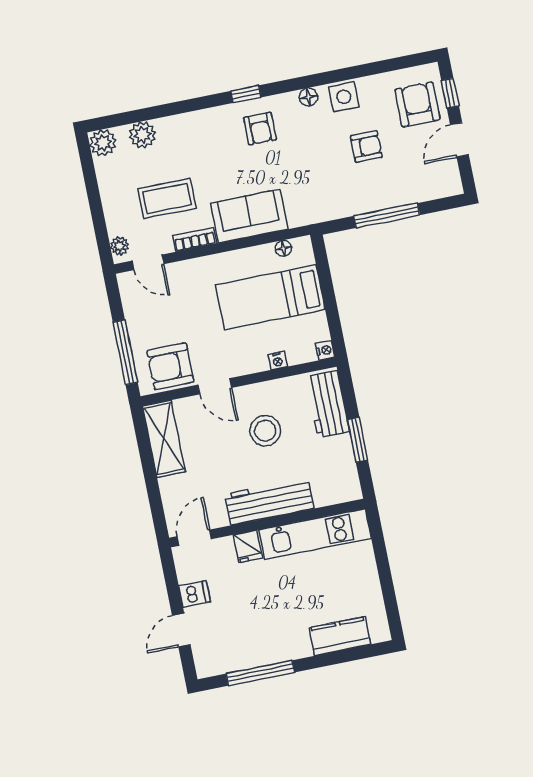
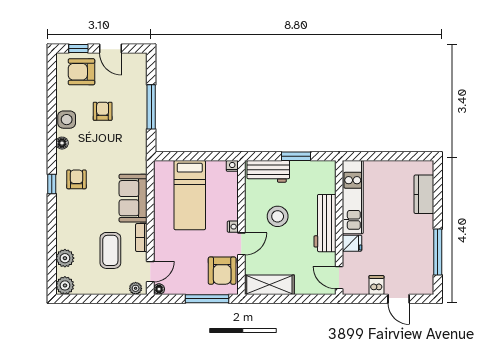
armchair: (260, 129) -> (76, 179), turned -90
floor lamp: (283, 248) -> (159, 289), moved
nightstand: (278, 361) -> (233, 227), moved

